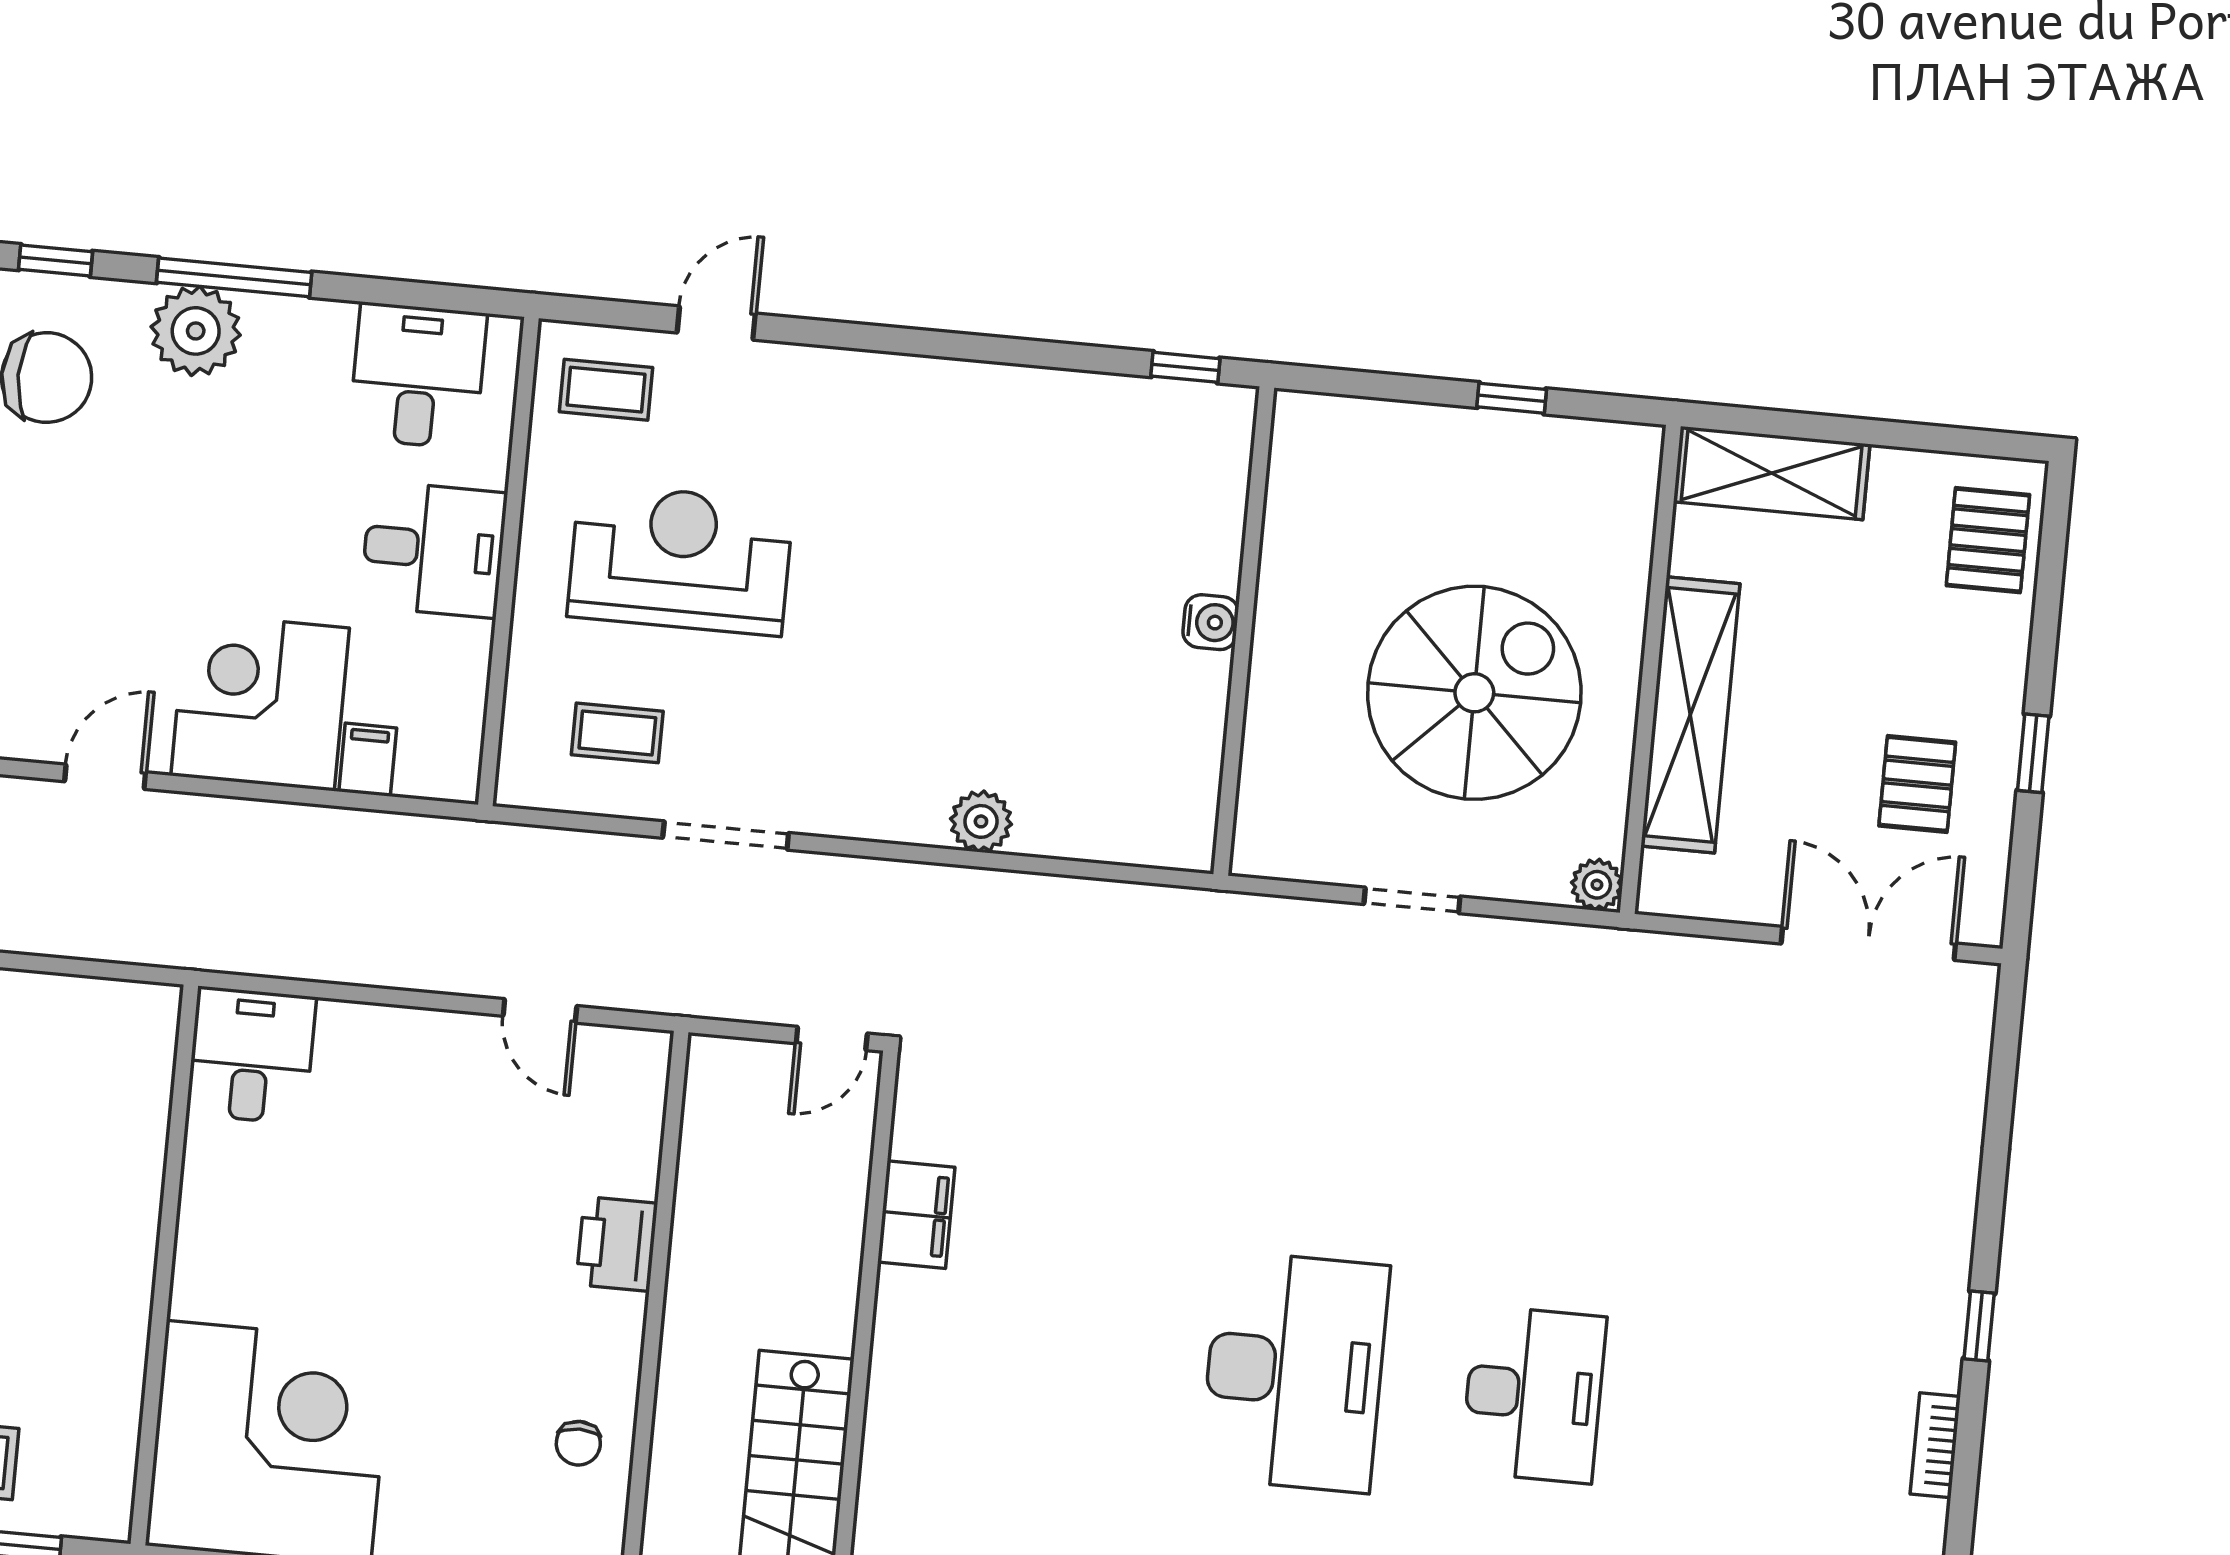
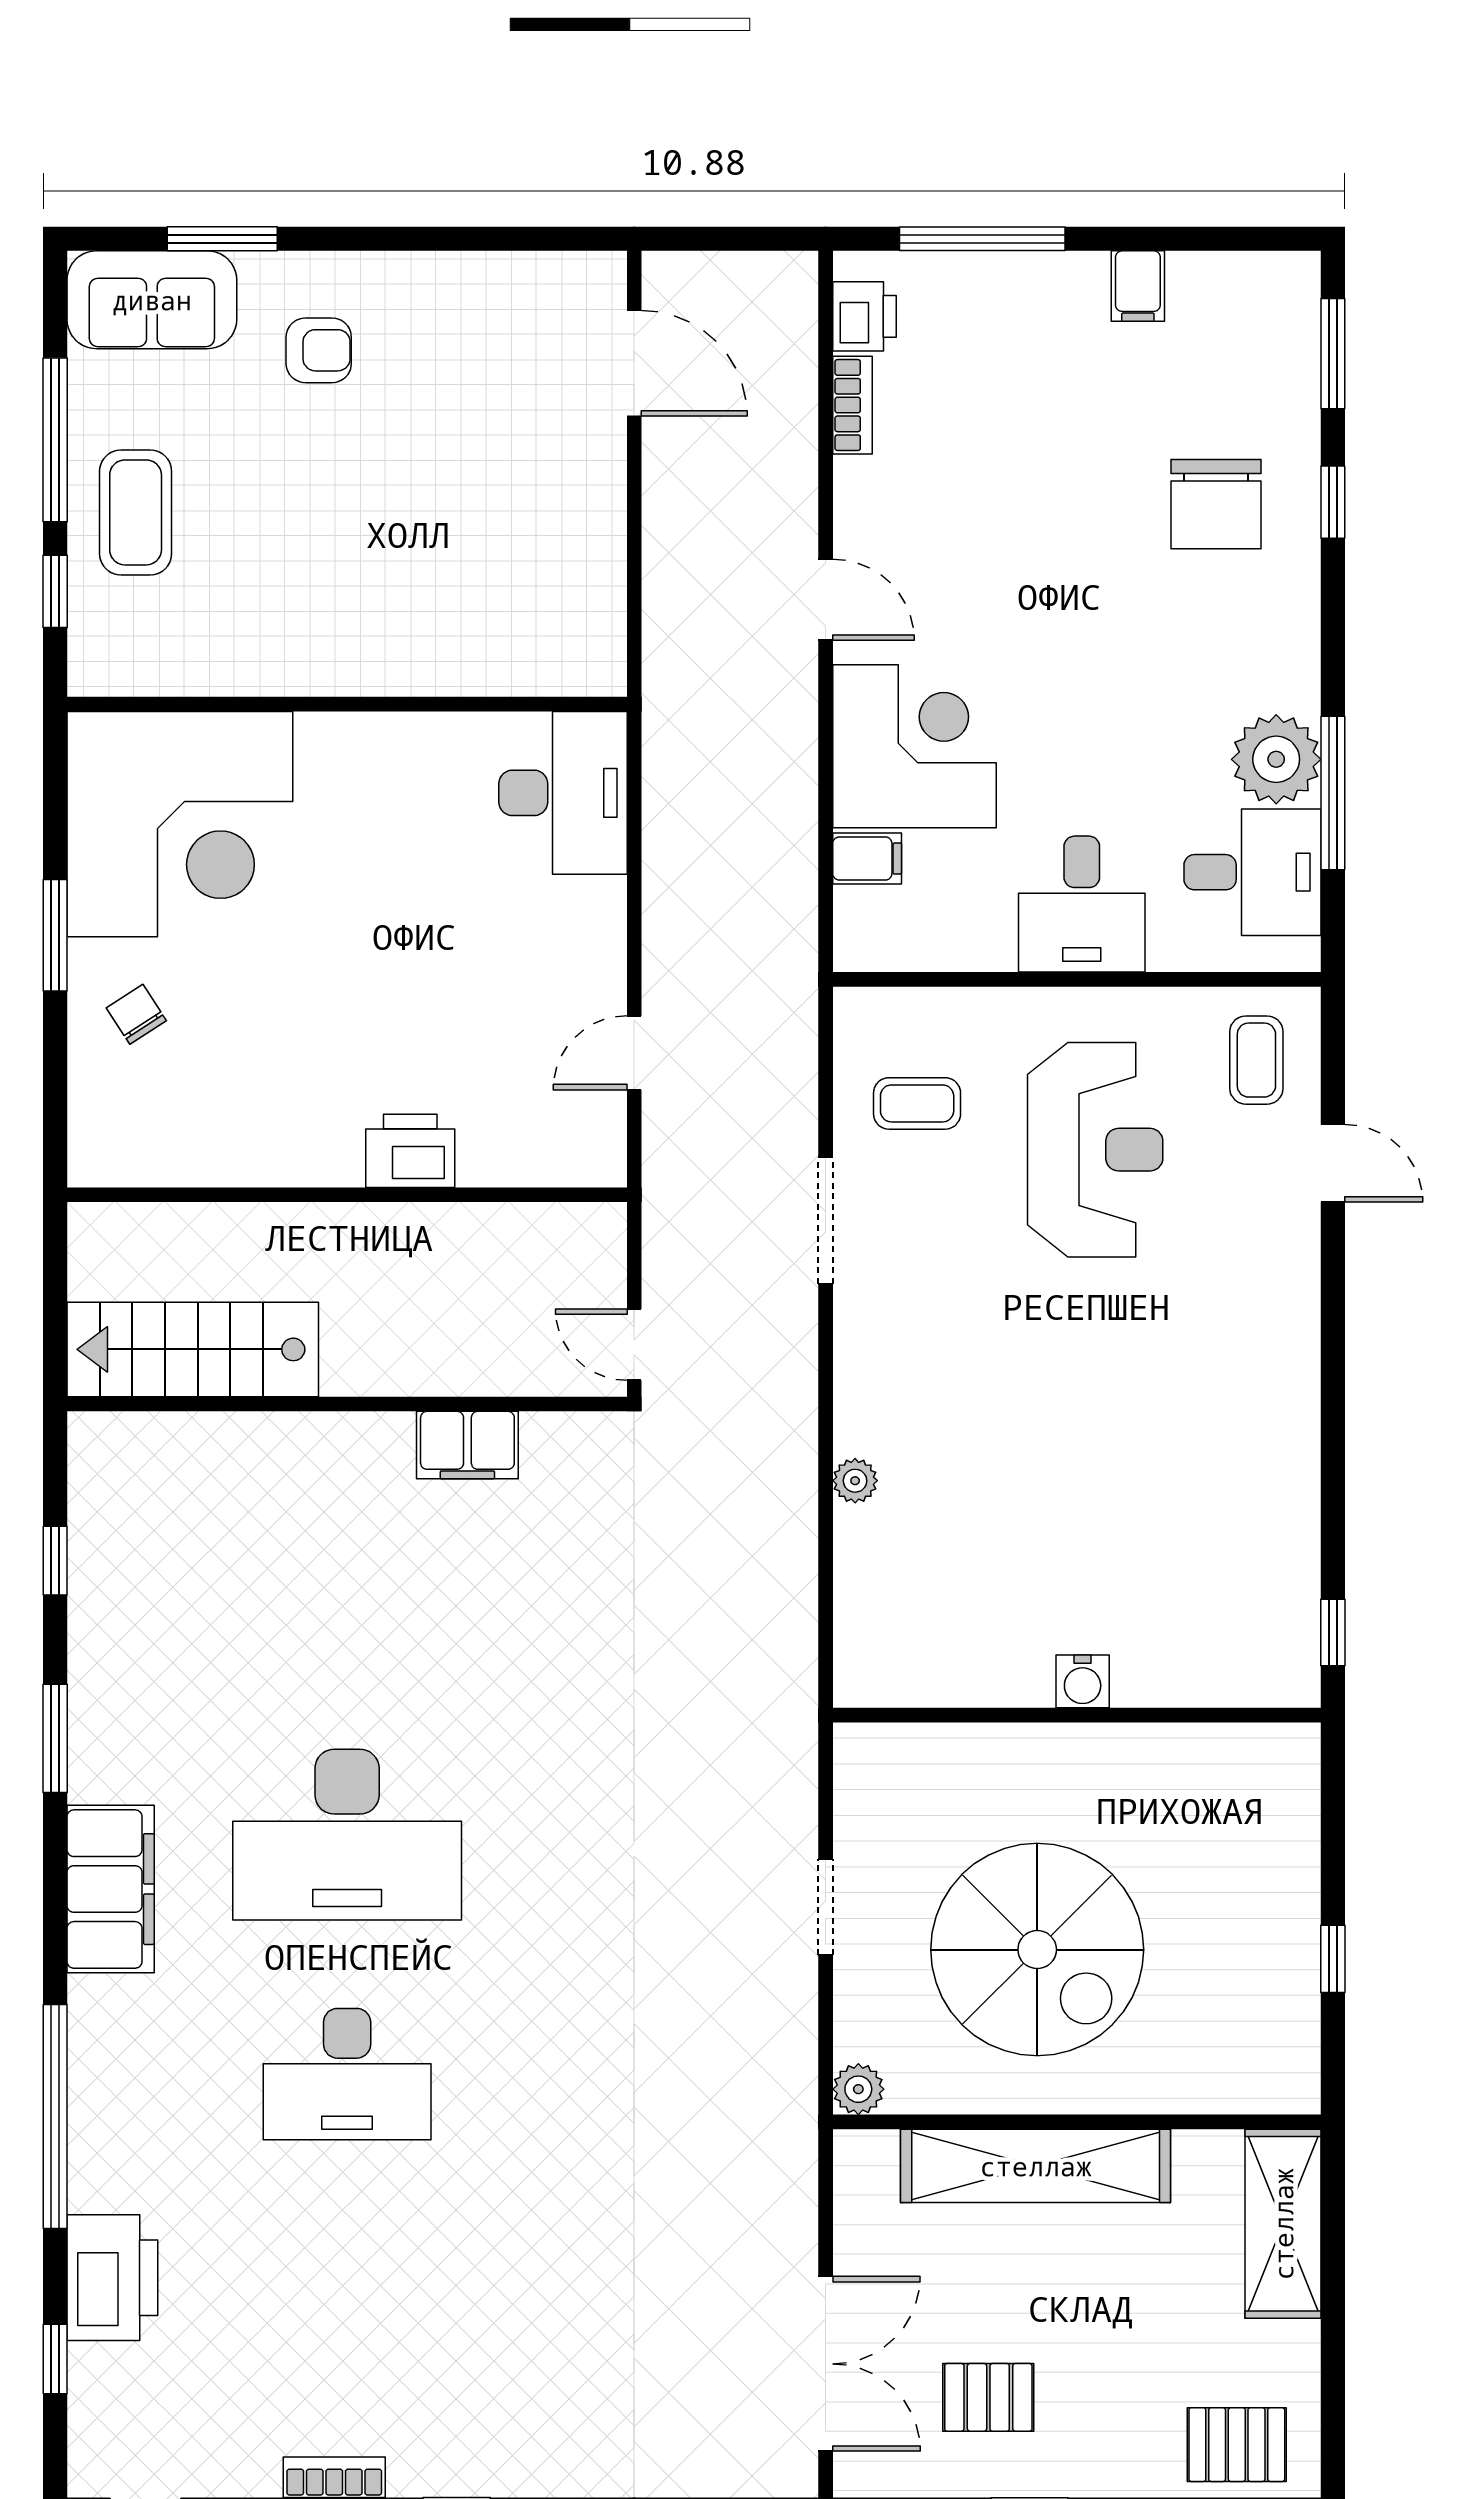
window: (234, 277) -> (1333, 793), moved
plant: (196, 331) -> (1276, 759), moved
coffee table: (617, 733) -> (917, 1103), turned 90
plant: (981, 821) -> (855, 1481), width x0.73, depth x0.73
desk: (251, 1055) -> (563, 793), width x1.37
chair: (578, 1443) -> (136, 1014), moved, turned 57

